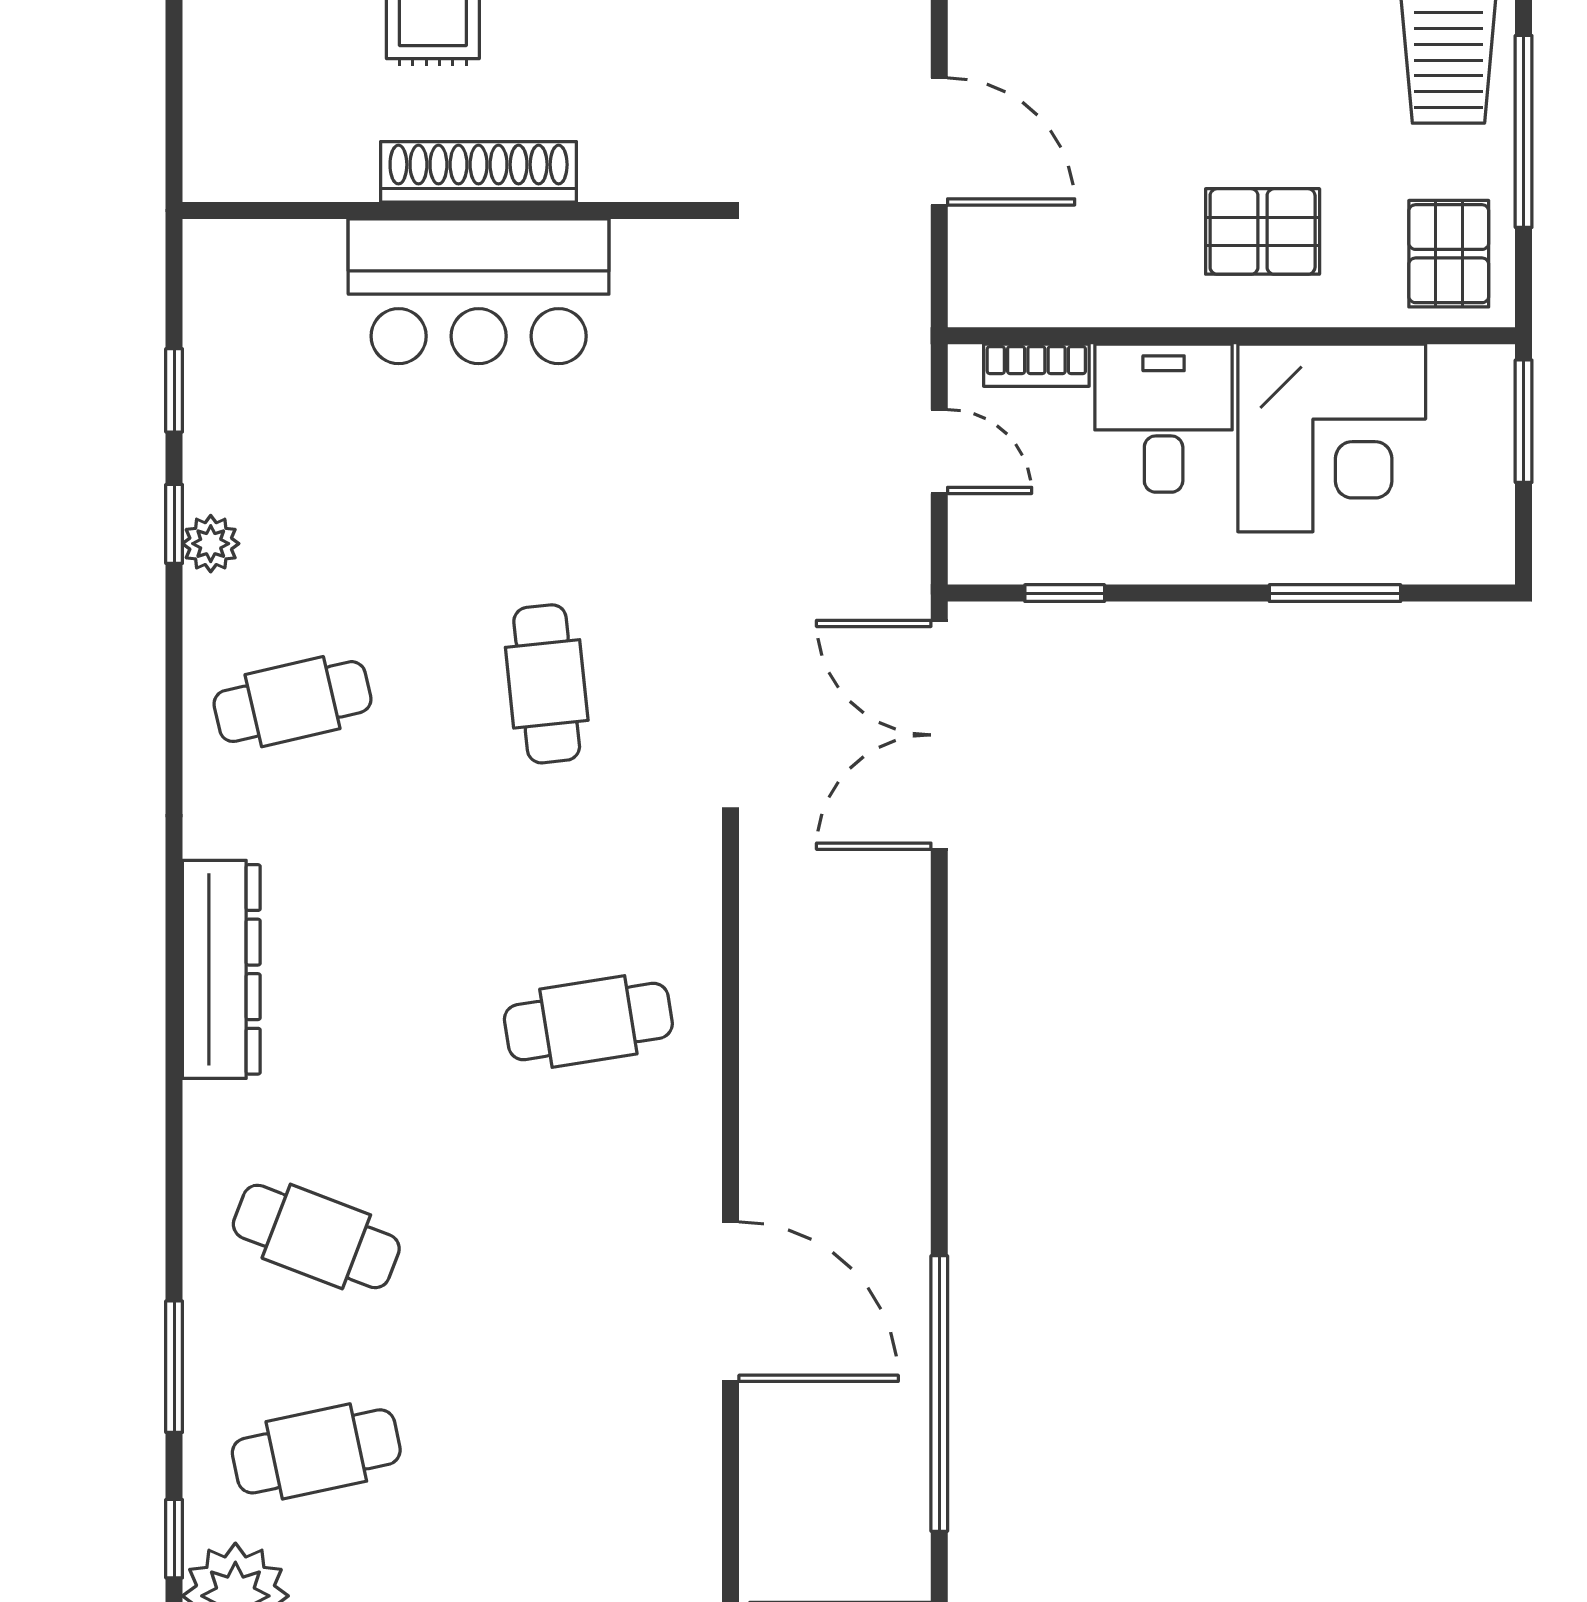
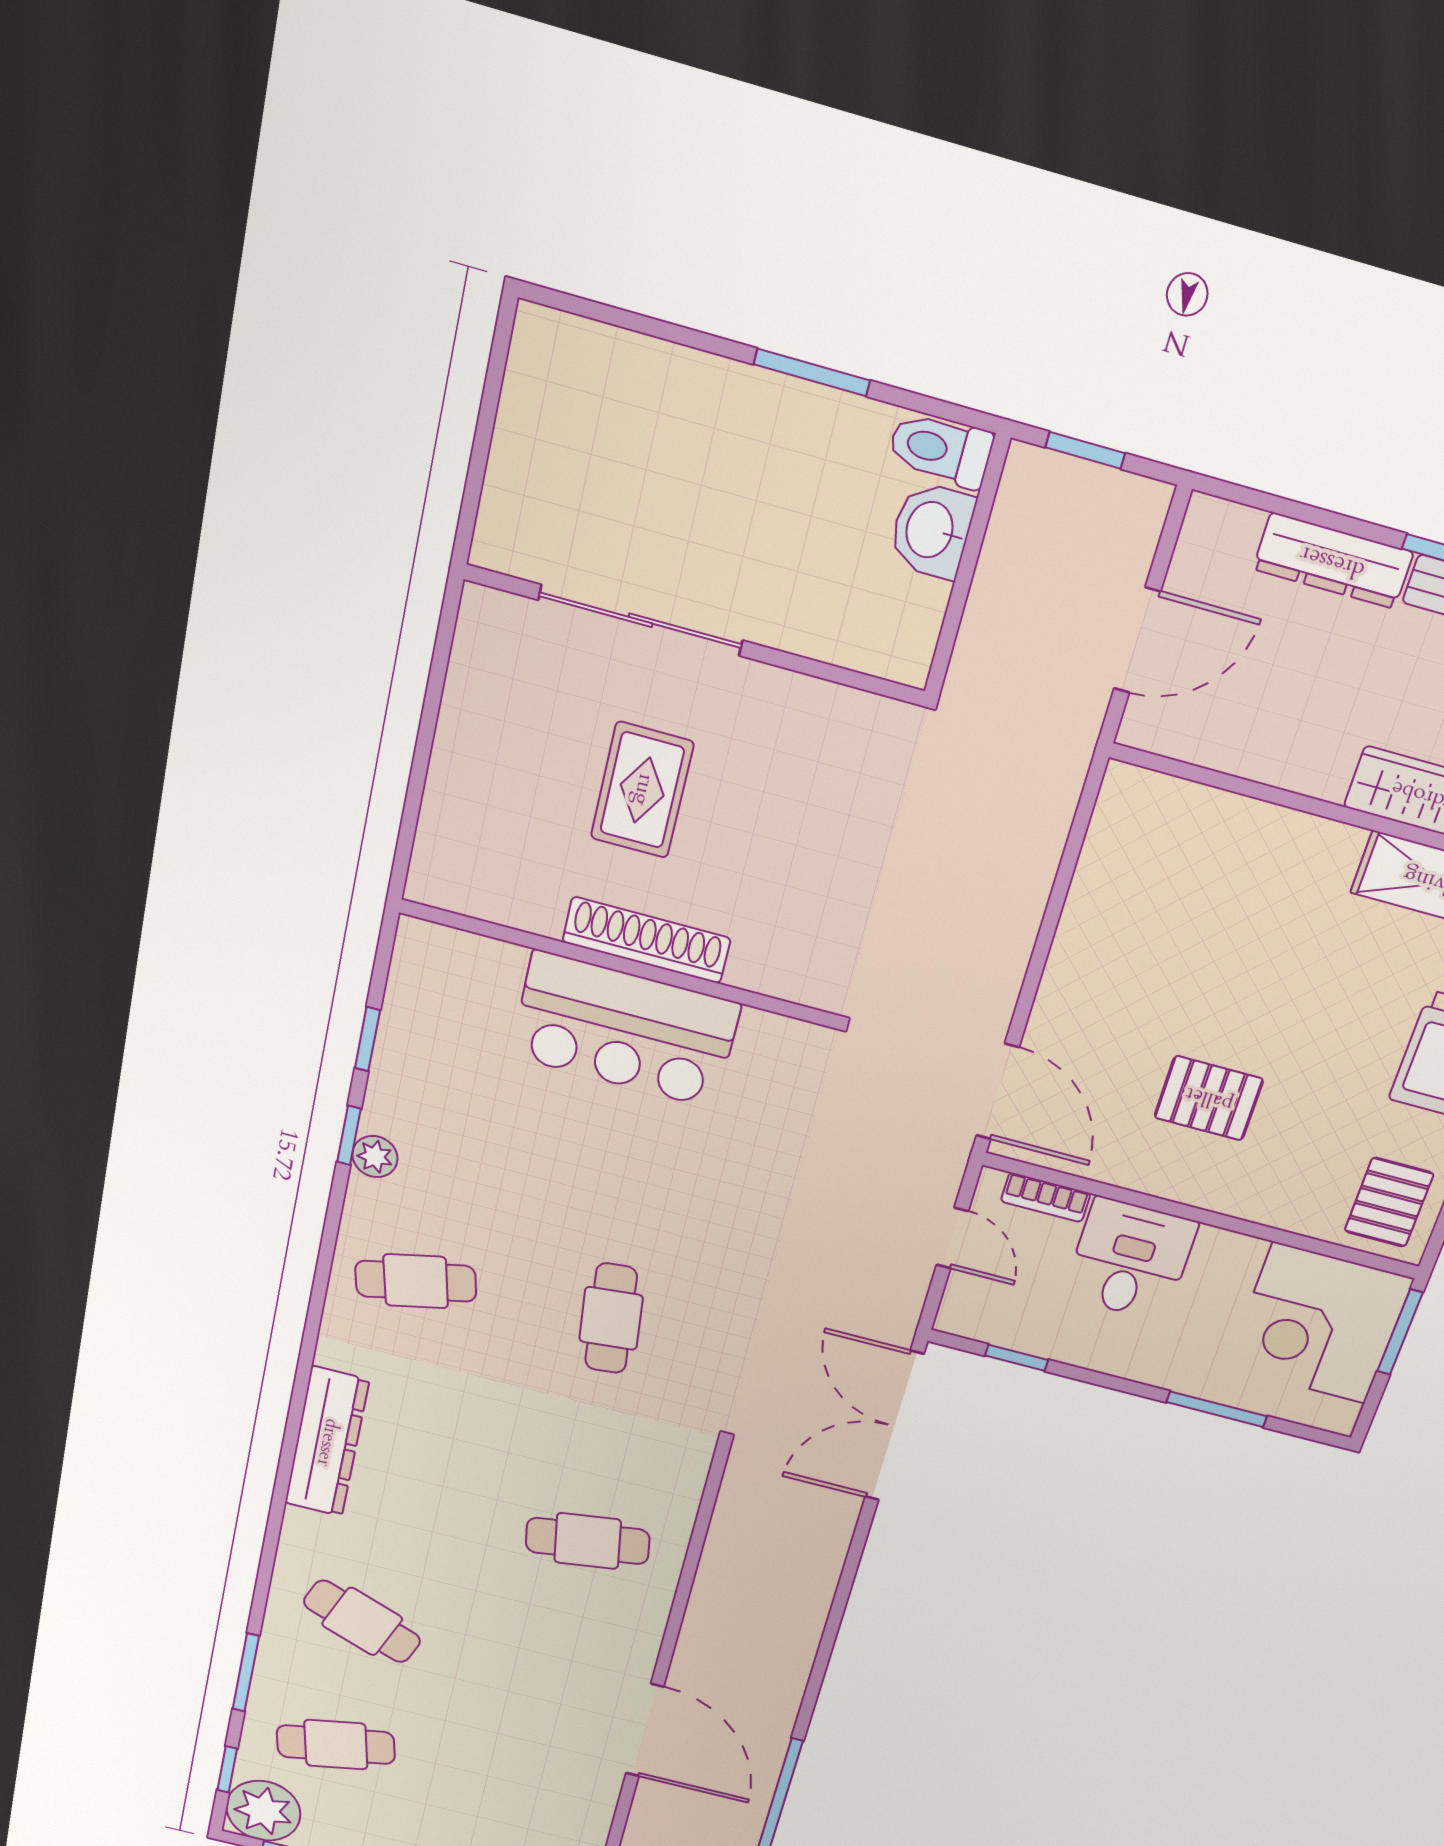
door: (939, 142) -> (998, 1092), moved
pallet: (1263, 231) -> (1209, 1098), moved
corner desk: (1332, 438) -> (1319, 1323), moved, turned 90

